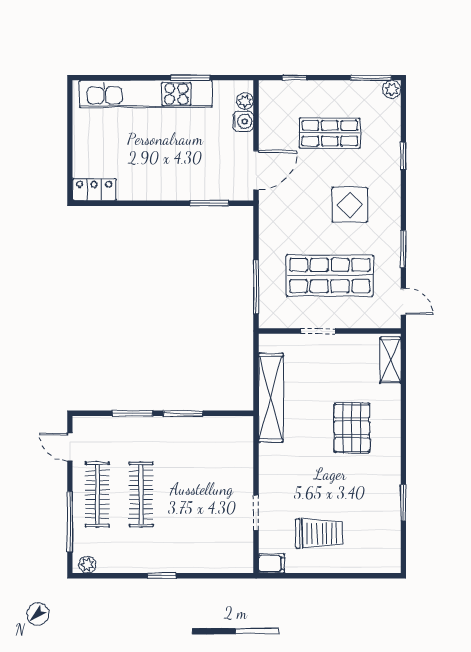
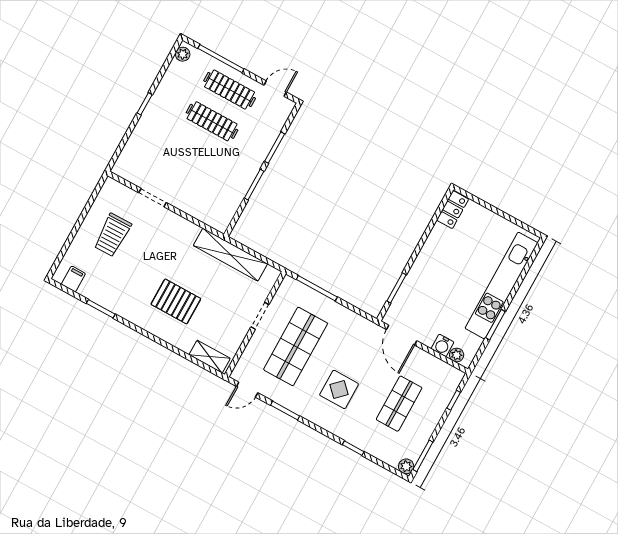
filing cabinet: (272, 563) -> (73, 279), moved, turned 180

